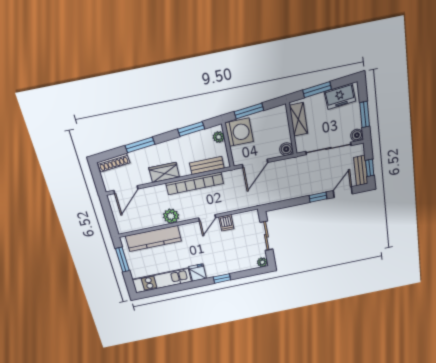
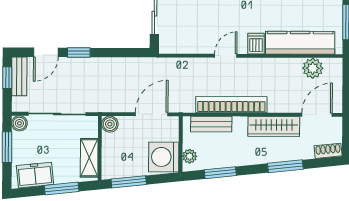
window: (249, 111) -> (129, 182), moved
shoe rack: (114, 163) -> (328, 151), width x0.70
wardrobe: (164, 172) -> (274, 126), width x1.50
plant: (171, 216) -> (313, 68), moved
dishwasher: (226, 223) -> (256, 44), moved

